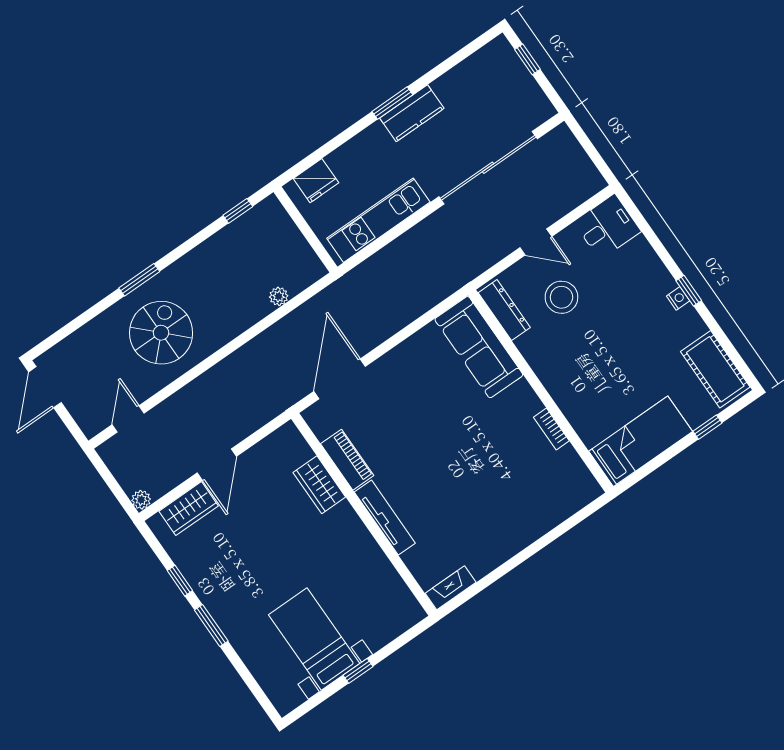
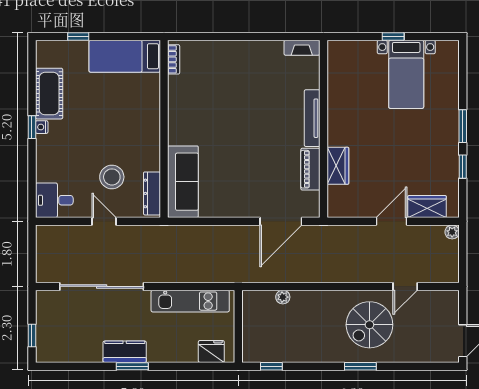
cot: (715, 369) -> (49, 94), moved
door: (128, 419) -> (405, 286), moved
bookcase: (551, 429) -> (174, 59), moved

